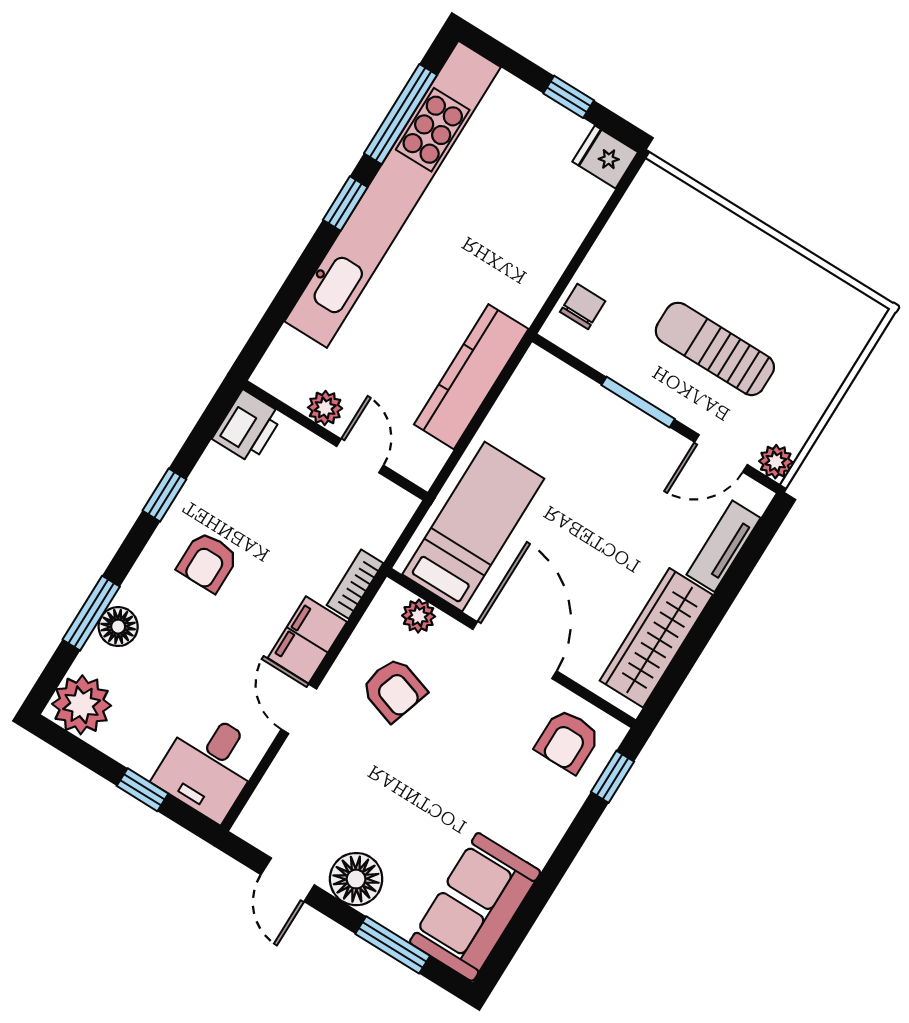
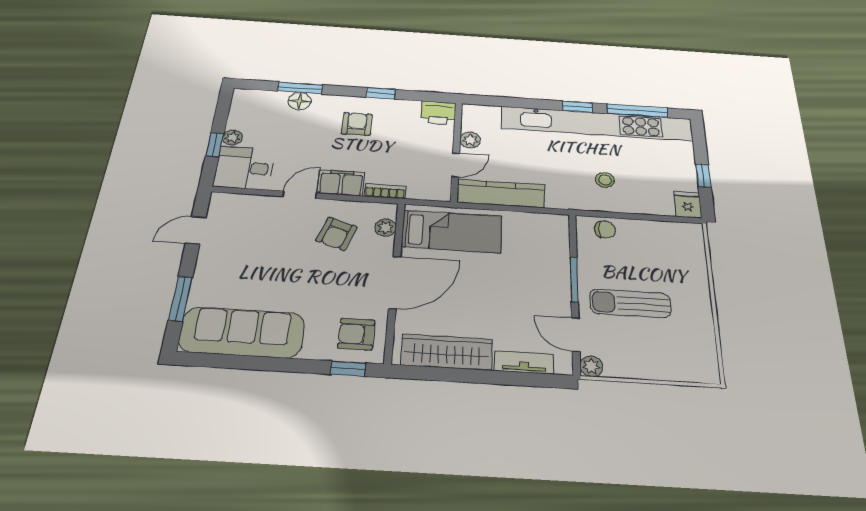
stool: (500, 251) -> (605, 180), added
sun lounger: (715, 349) -> (630, 303), turned -90
kitchen counter: (471, 377) -> (501, 194), moved
armchair: (208, 562) -> (357, 124), turned 90
plant: (82, 705) -> (232, 138), moved, width x0.53, depth x0.53
floor lamp: (356, 879) -> (213, 263), removed
sofa: (475, 907) -> (242, 332), width x1.36

